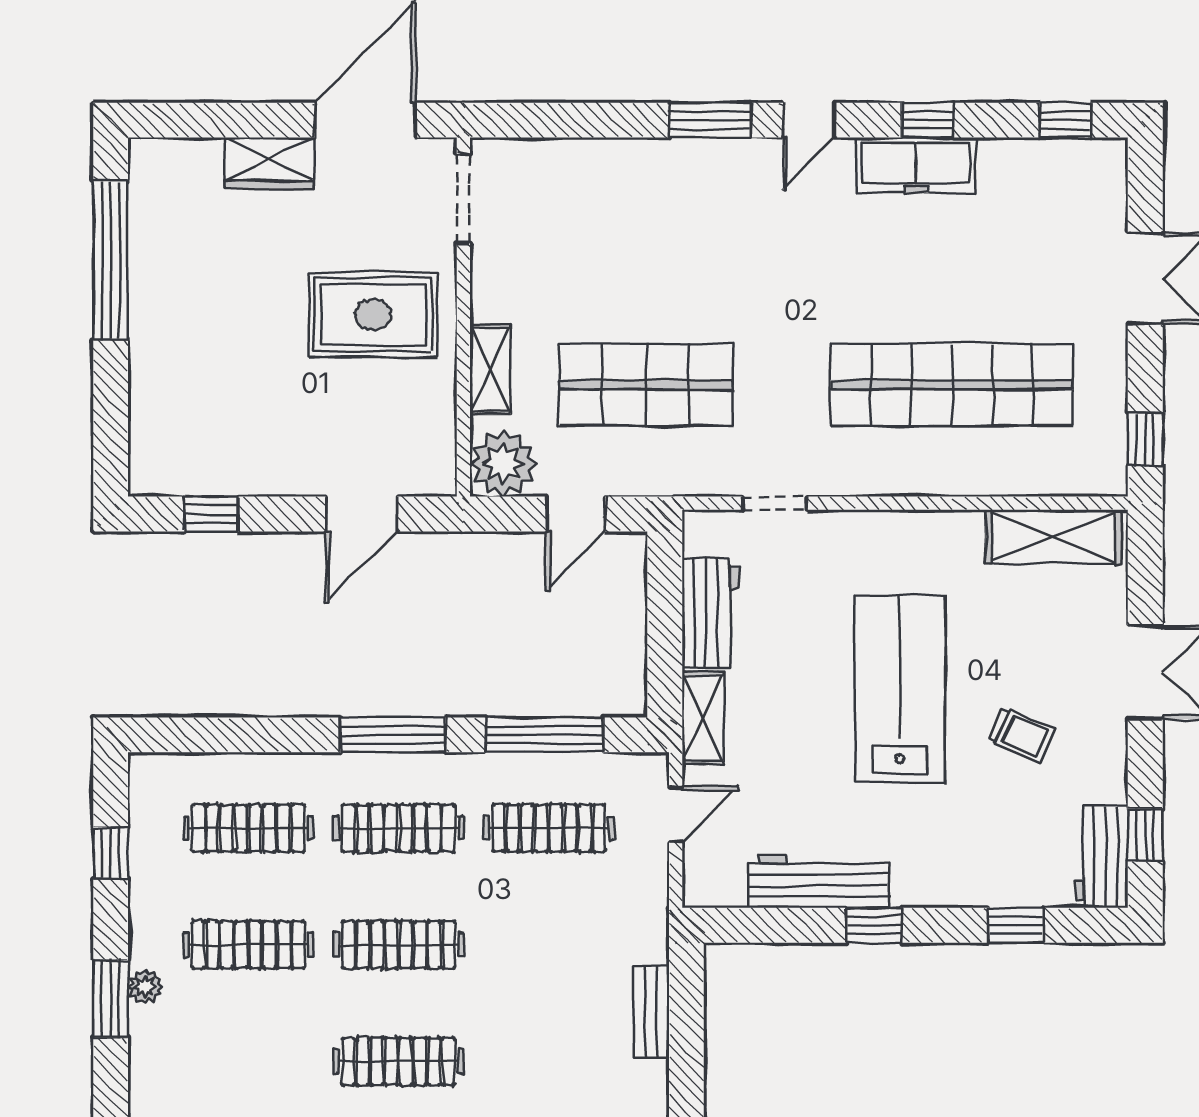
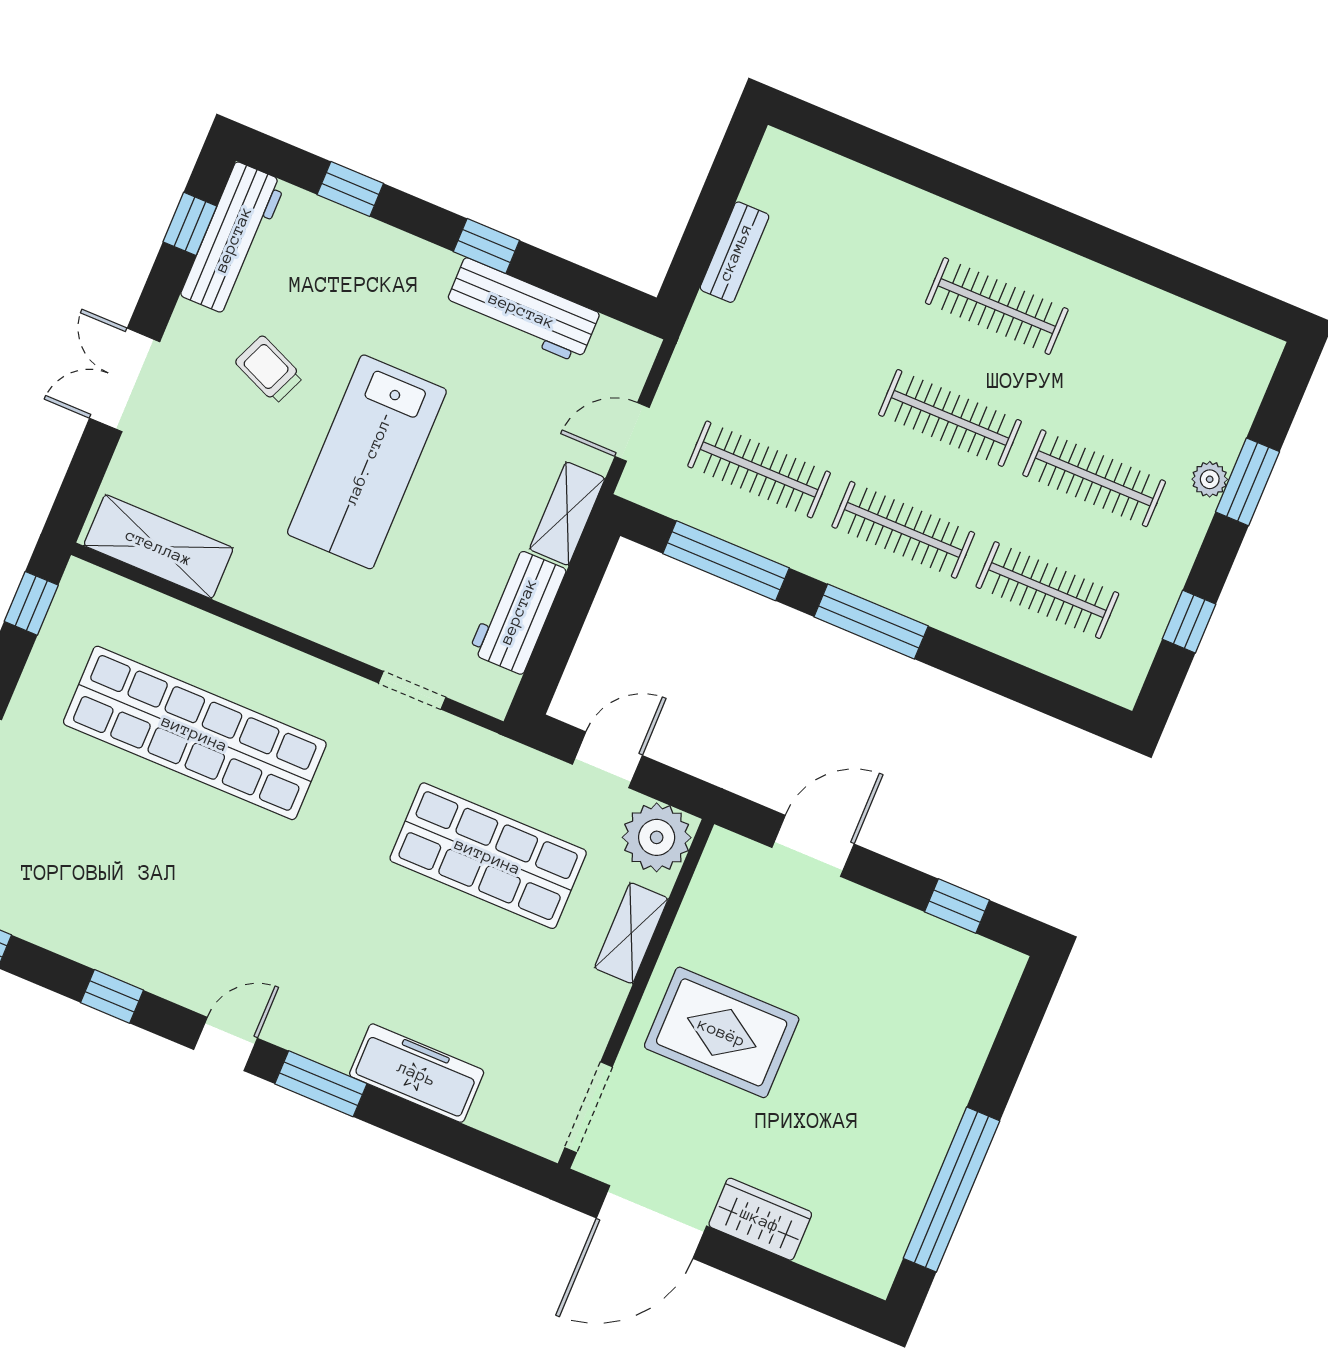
freezer: (916, 165) -> (417, 1073), moved
workbench: (1101, 857) -> (233, 239), width x1.38

